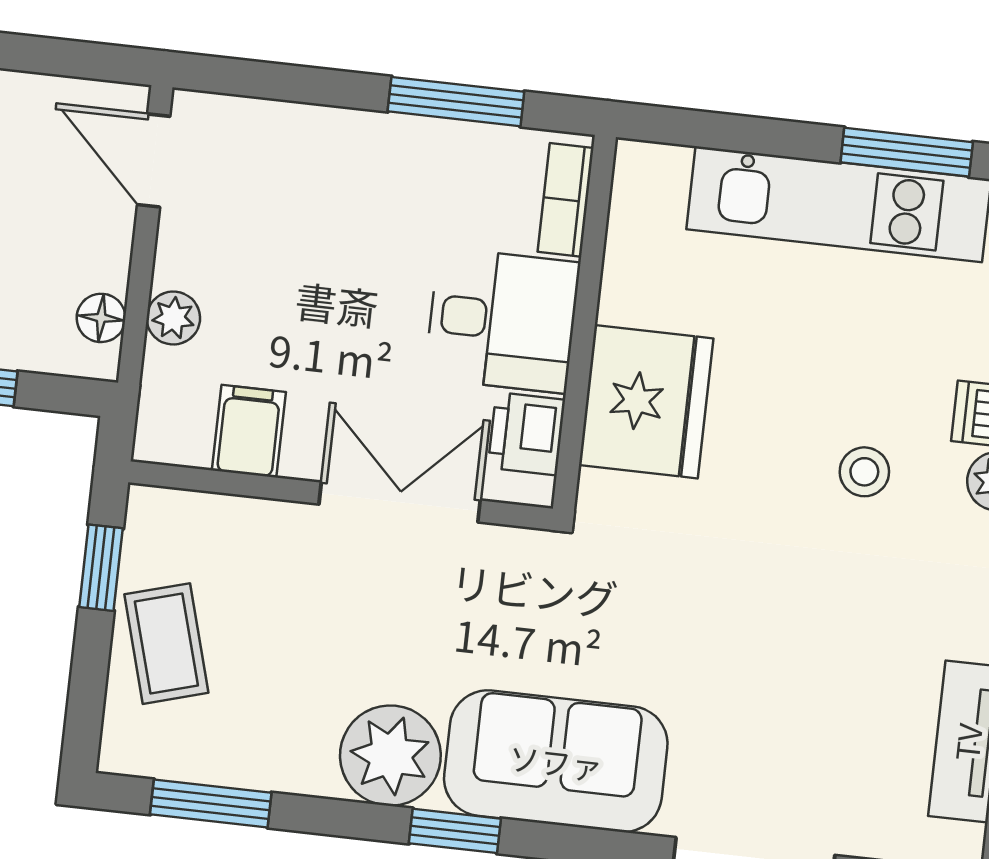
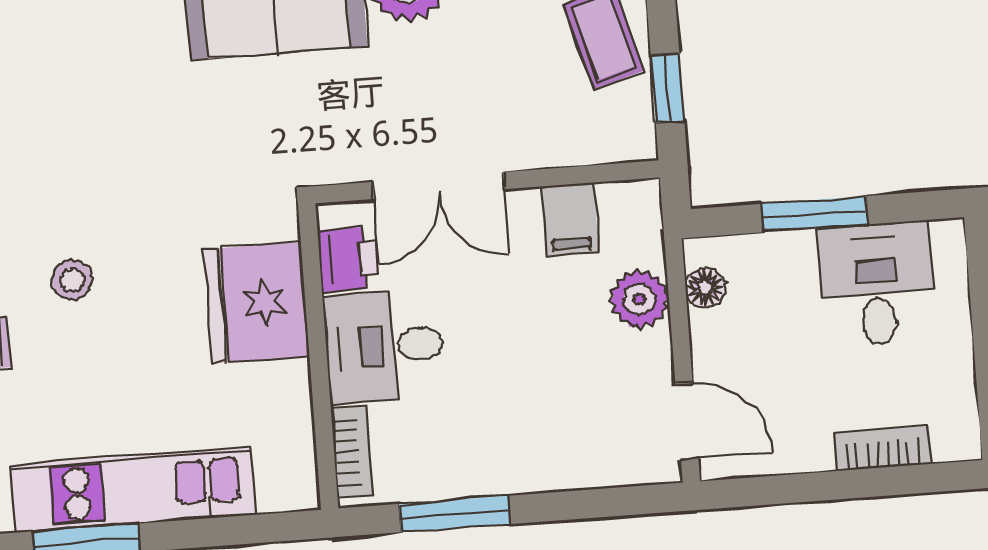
plant: (173, 318) -> (639, 299), width x1.38, depth x1.38

